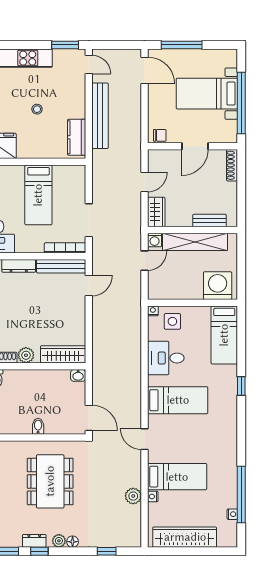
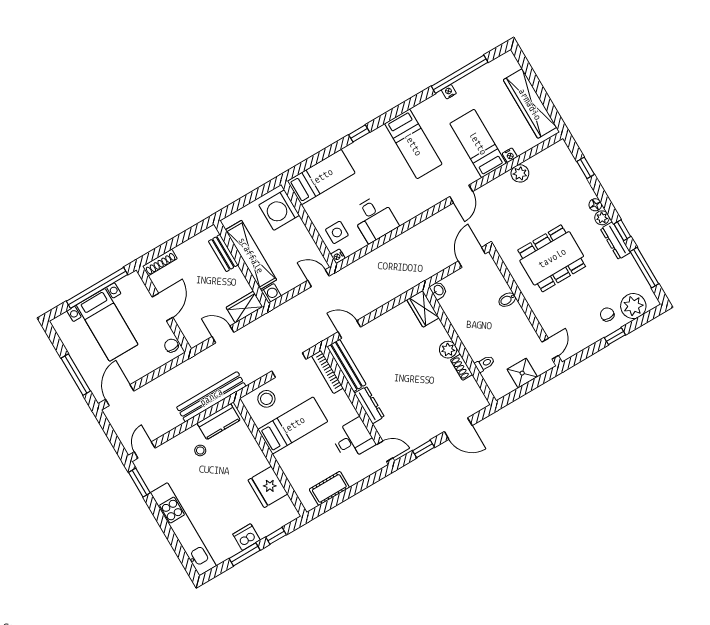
stool: (37, 109) -> (200, 450), moved
bench: (100, 116) -> (211, 397), moved
door: (195, 146) -> (162, 307), hinge flipped
stool: (72, 186) -> (266, 399), added
door: (144, 261) -> (318, 278), moved
wardrobe: (63, 354) -> (423, 309), width x0.67
bed: (178, 400) -> (413, 144), moved, turned 180
nightstand: (232, 514) -> (449, 92), moved
dresser: (34, 541) -> (615, 241), width x1.44

